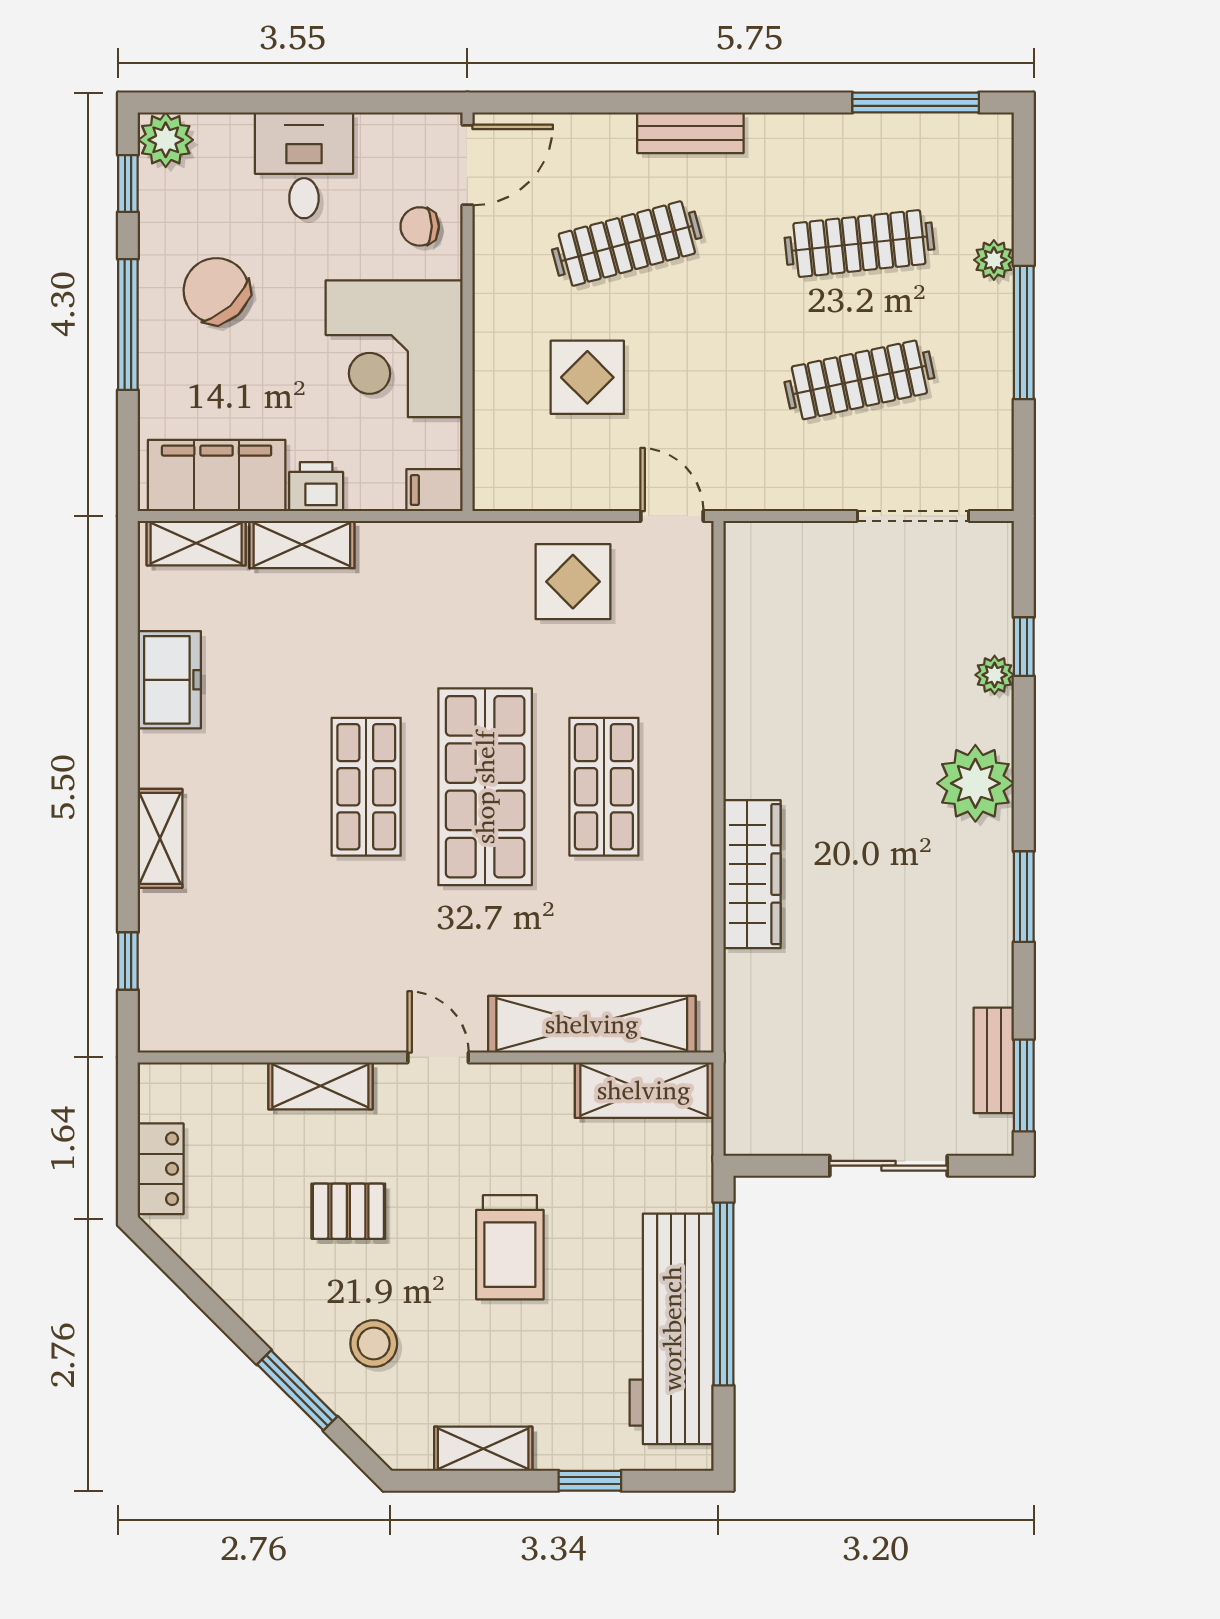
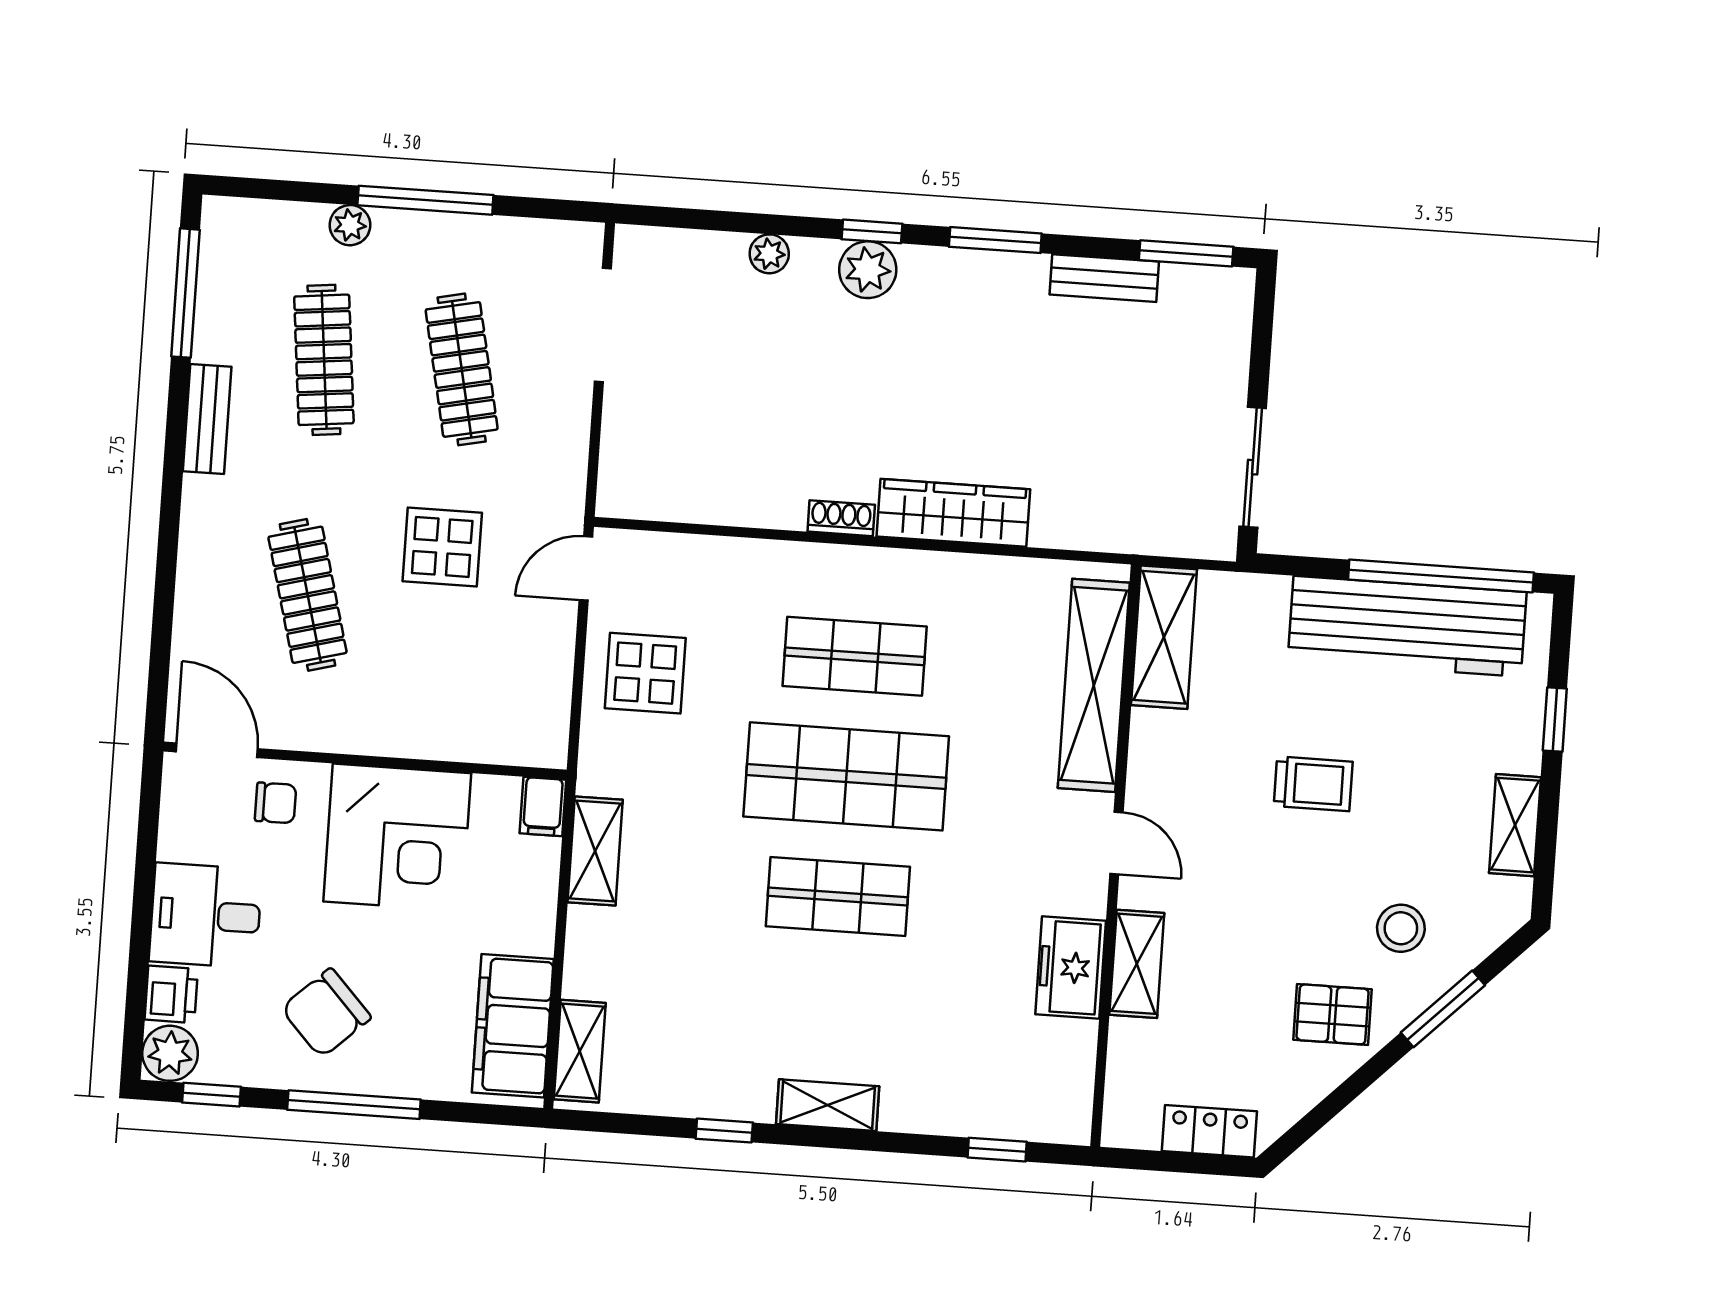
bench: (690, 133) -> (207, 419), moved
chair: (420, 226) -> (276, 803), turned -90
display table: (587, 377) -> (442, 547), moved
printer: (316, 487) -> (171, 994), moved, turned 180
shelving: (302, 545) -> (595, 851), moved
window: (1024, 647) -> (872, 231), moved
freezer: (169, 680) -> (1071, 968), moved, turned -90
window: (128, 691) -> (724, 1131), added
shoe rack: (739, 764) -> (841, 518), added
plant: (975, 783) -> (868, 270), width x0.73, depth x0.73
shelving: (160, 838) -> (828, 1105), moved
door: (438, 1057) -> (1116, 843), swing flipped
bench: (994, 1060) -> (1104, 278), moved
sliding door: (888, 1166) -> (1253, 467), moved
pallet: (348, 1211) -> (1333, 1014), moved, turned 90
trolley: (510, 1247) -> (1313, 784), width x0.73, depth x0.72
window: (723, 1294) -> (1441, 576), moved

